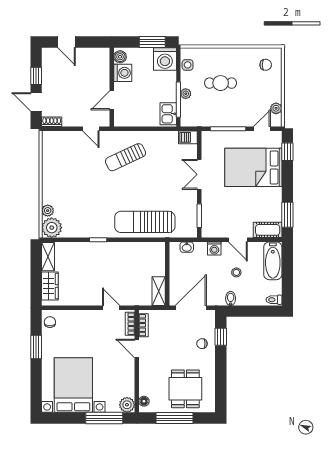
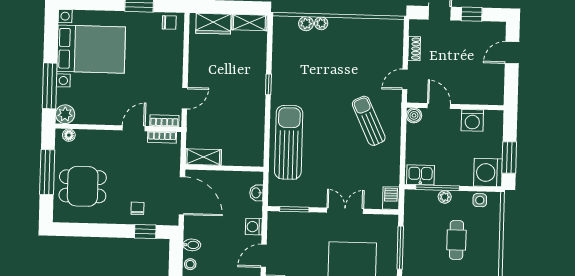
boiler: (120, 57) -> (414, 115), moved
shoe rack: (52, 122) -> (414, 49), moved
plant: (52, 228) -> (321, 23), moved, width x0.53, depth x0.53
stool: (236, 272) -> (190, 264), moved

